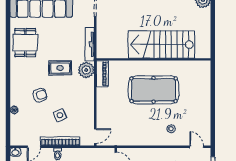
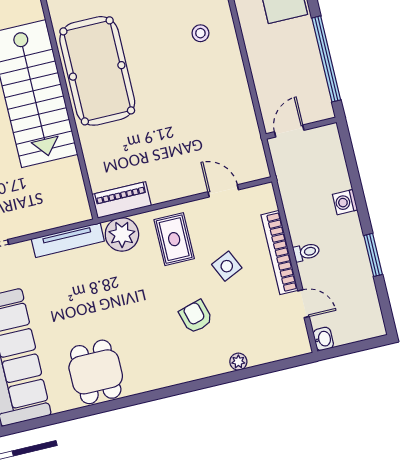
dining table: (25, 43) -> (96, 372), turned 90
rug: (60, 68) -> (174, 239), moved
pool table: (154, 90) -> (97, 71), moved
door: (95, 136) -> (223, 191), moved

